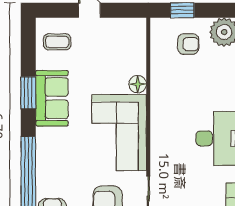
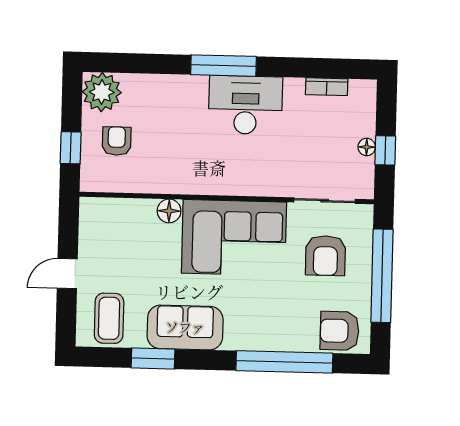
coffee table: (57, 42) -> (109, 318), width x1.36, depth x1.30
window: (28, 93) -> (153, 358), moved

